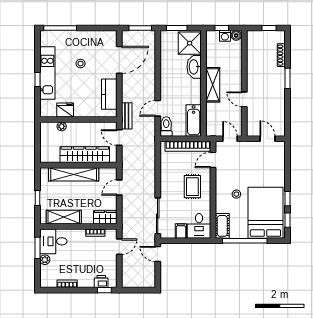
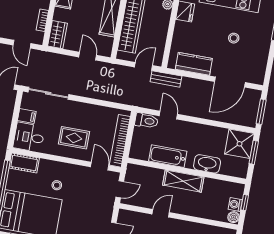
shower: (190, 43) -> (239, 144), moved
door: (119, 60) -> (230, 82), hinge flipped
bathtub: (194, 120) -> (168, 156), moved

